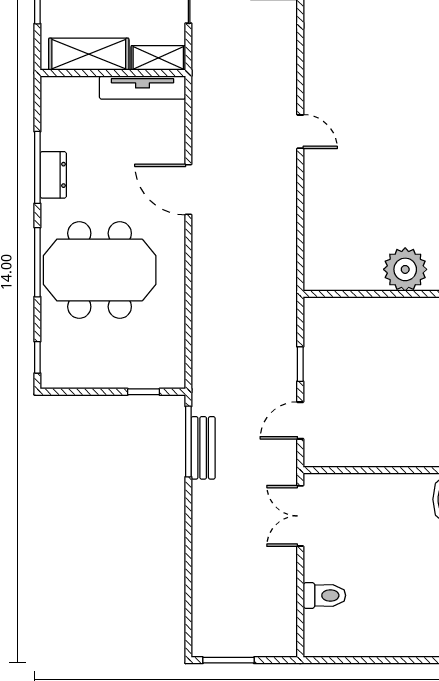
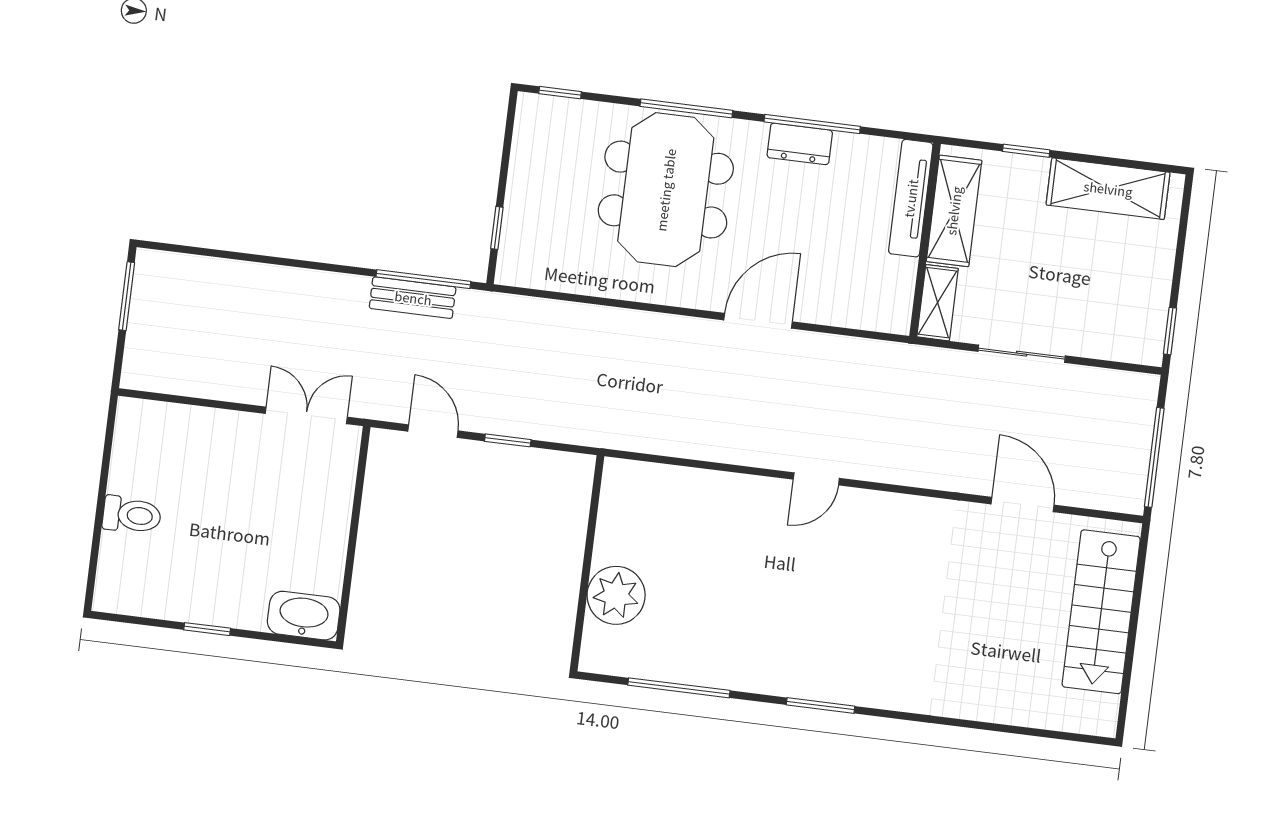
tv unit: (143, 87) -> (911, 198), moved
toilet: (324, 595) -> (132, 515), moved, turned -90

